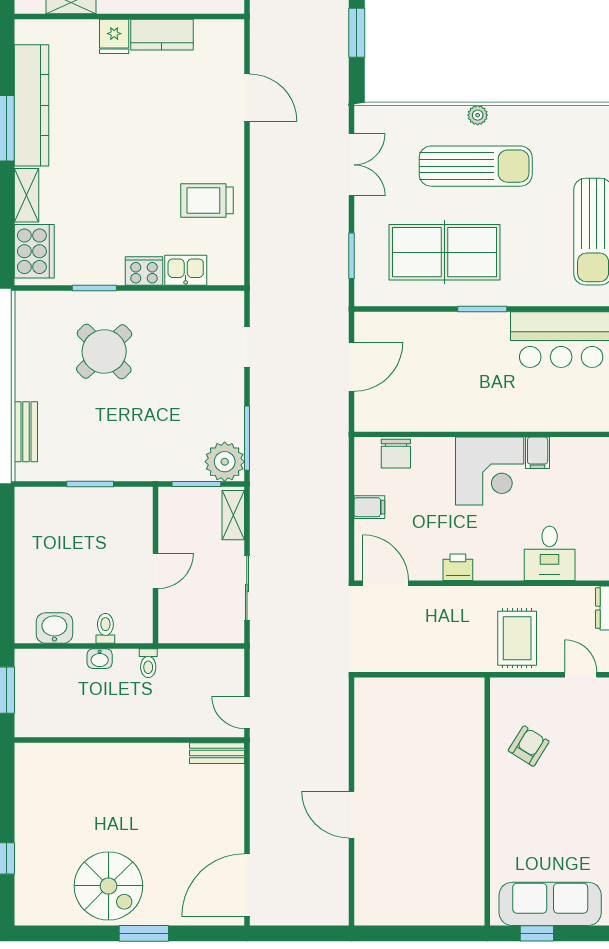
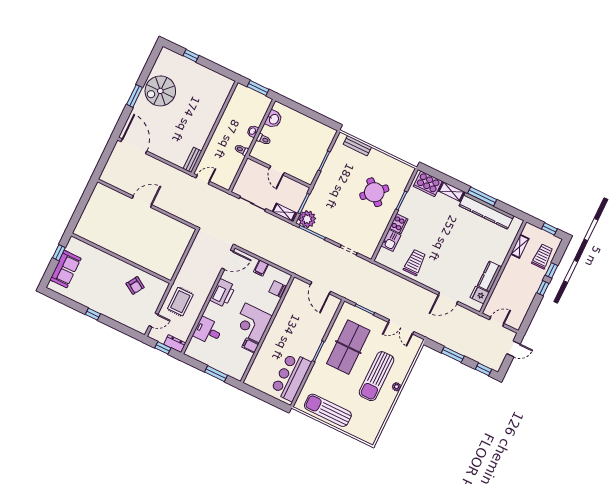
fridge: (114, 36) -> (480, 295), moved
printer: (458, 567) -> (223, 293), width x1.87, depth x1.48
rug: (517, 638) -> (180, 302), turned 90
sofa: (550, 904) -> (65, 269), width x0.73

